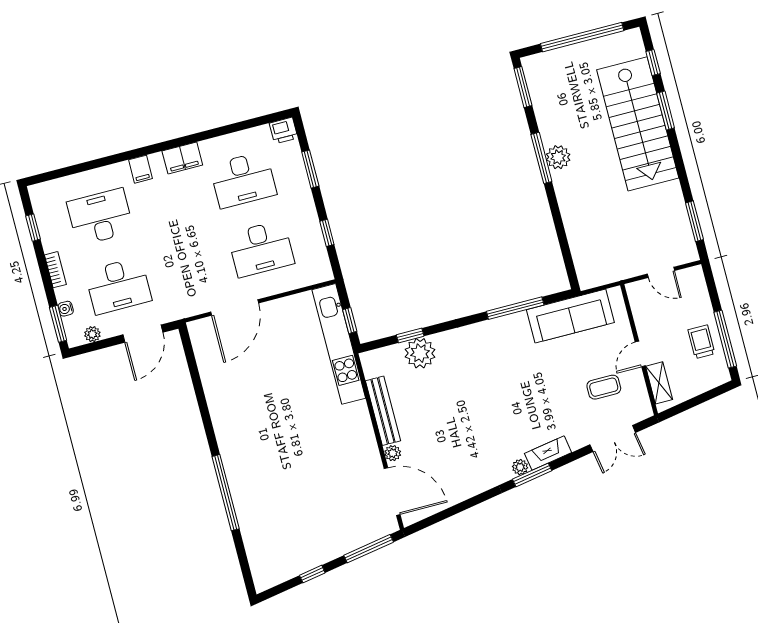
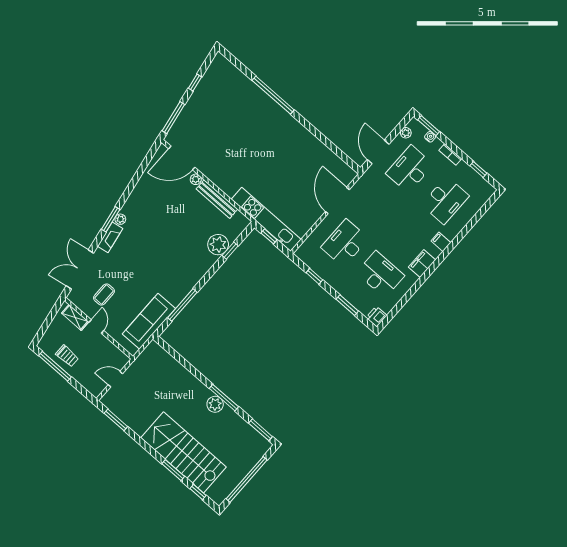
desk: (243, 180) -> (380, 274), turned 90
double door: (613, 439) -> (80, 269), width x1.37

